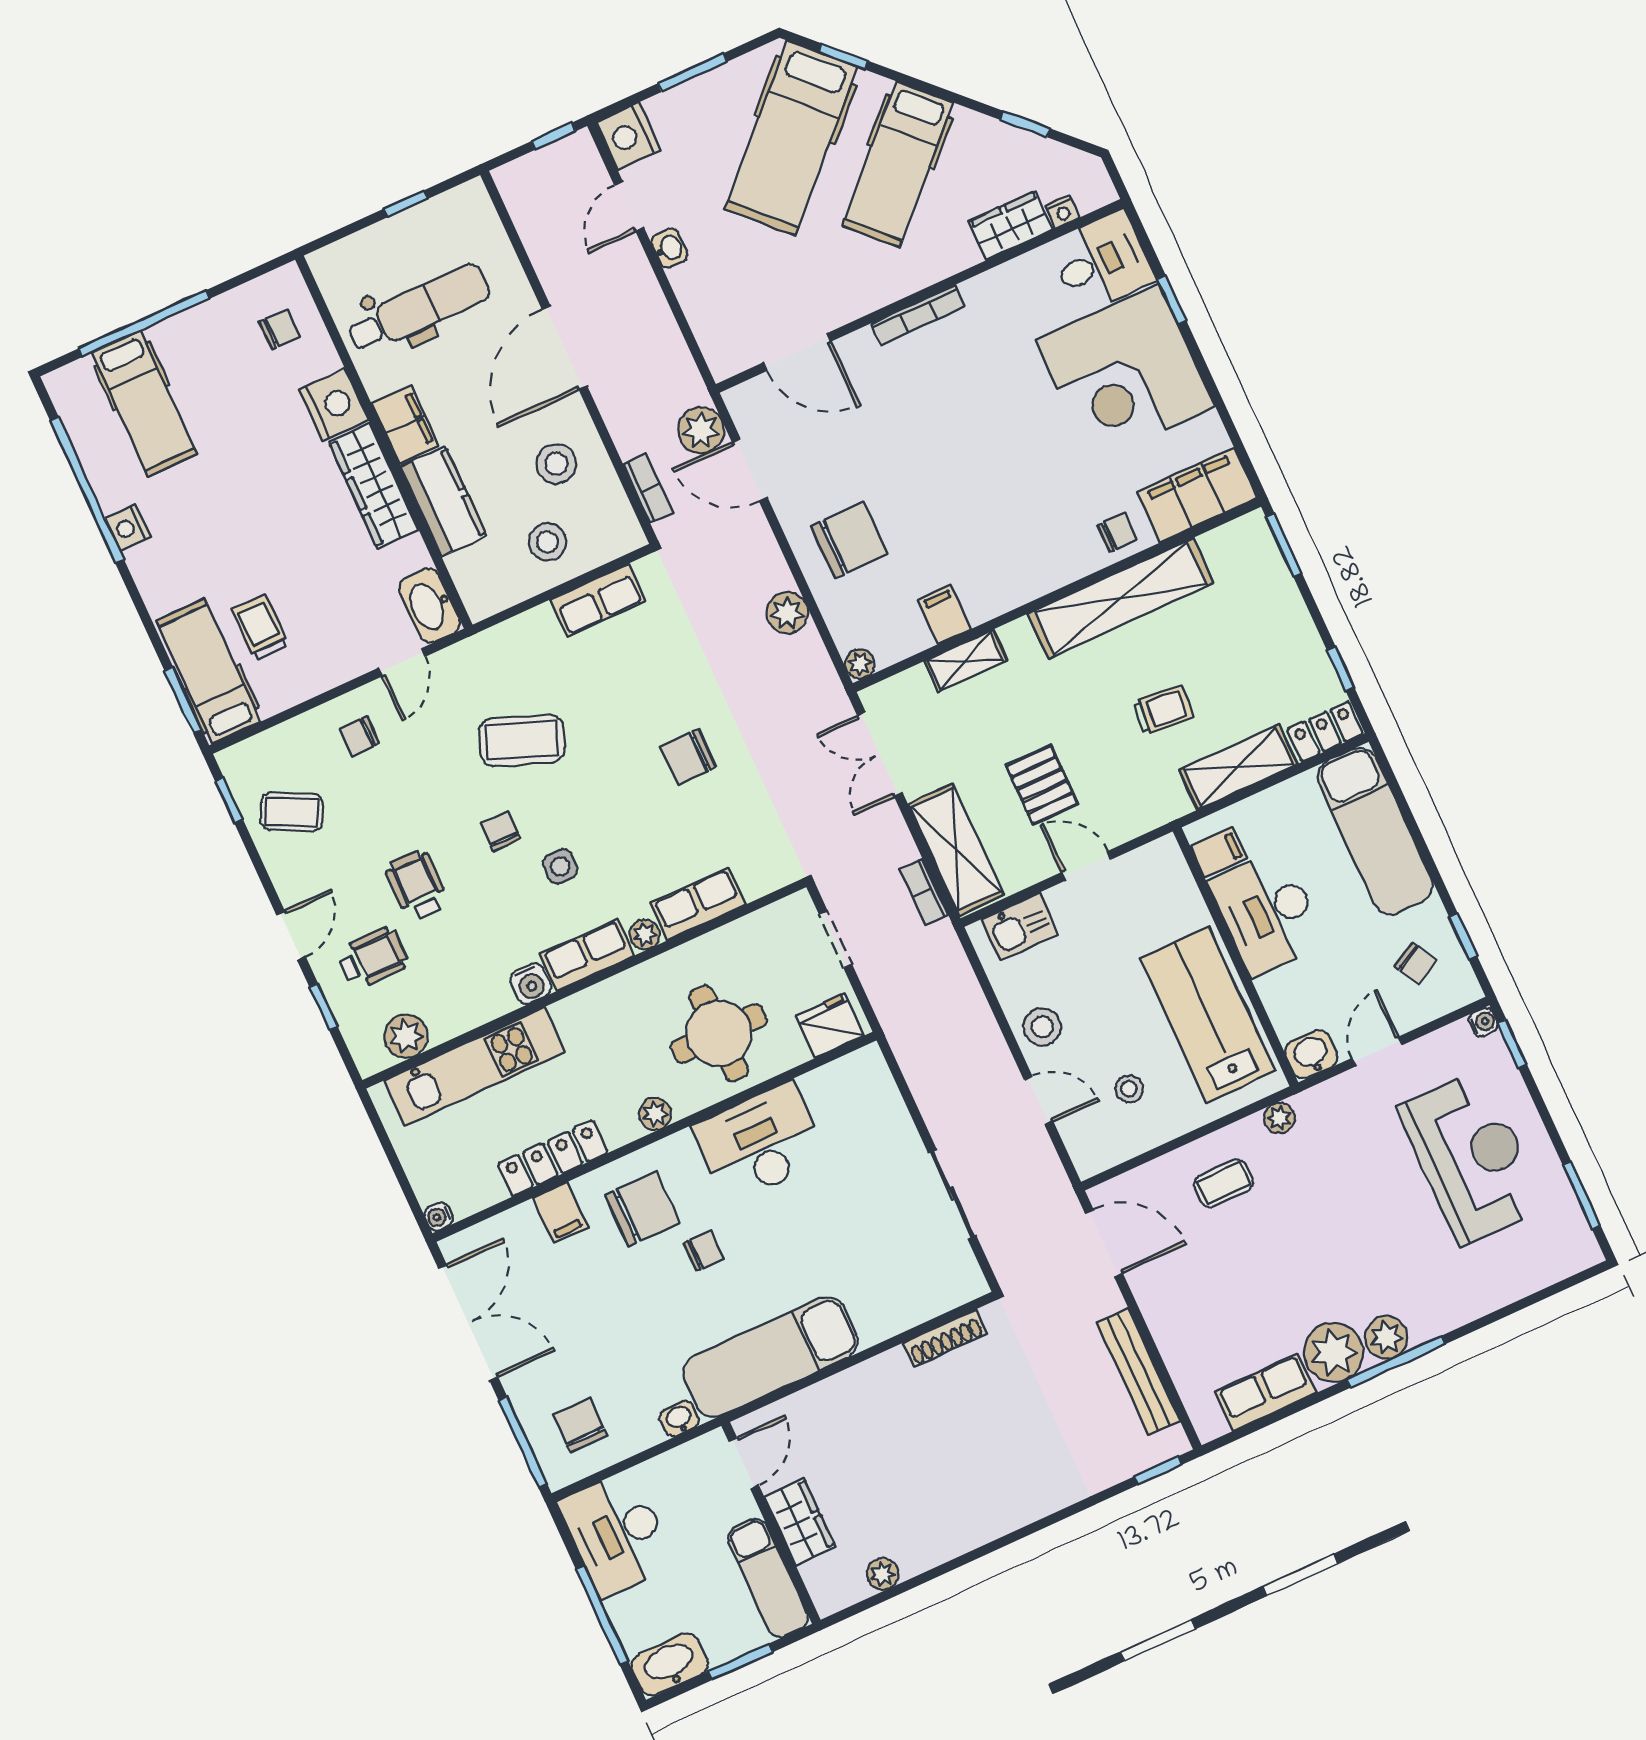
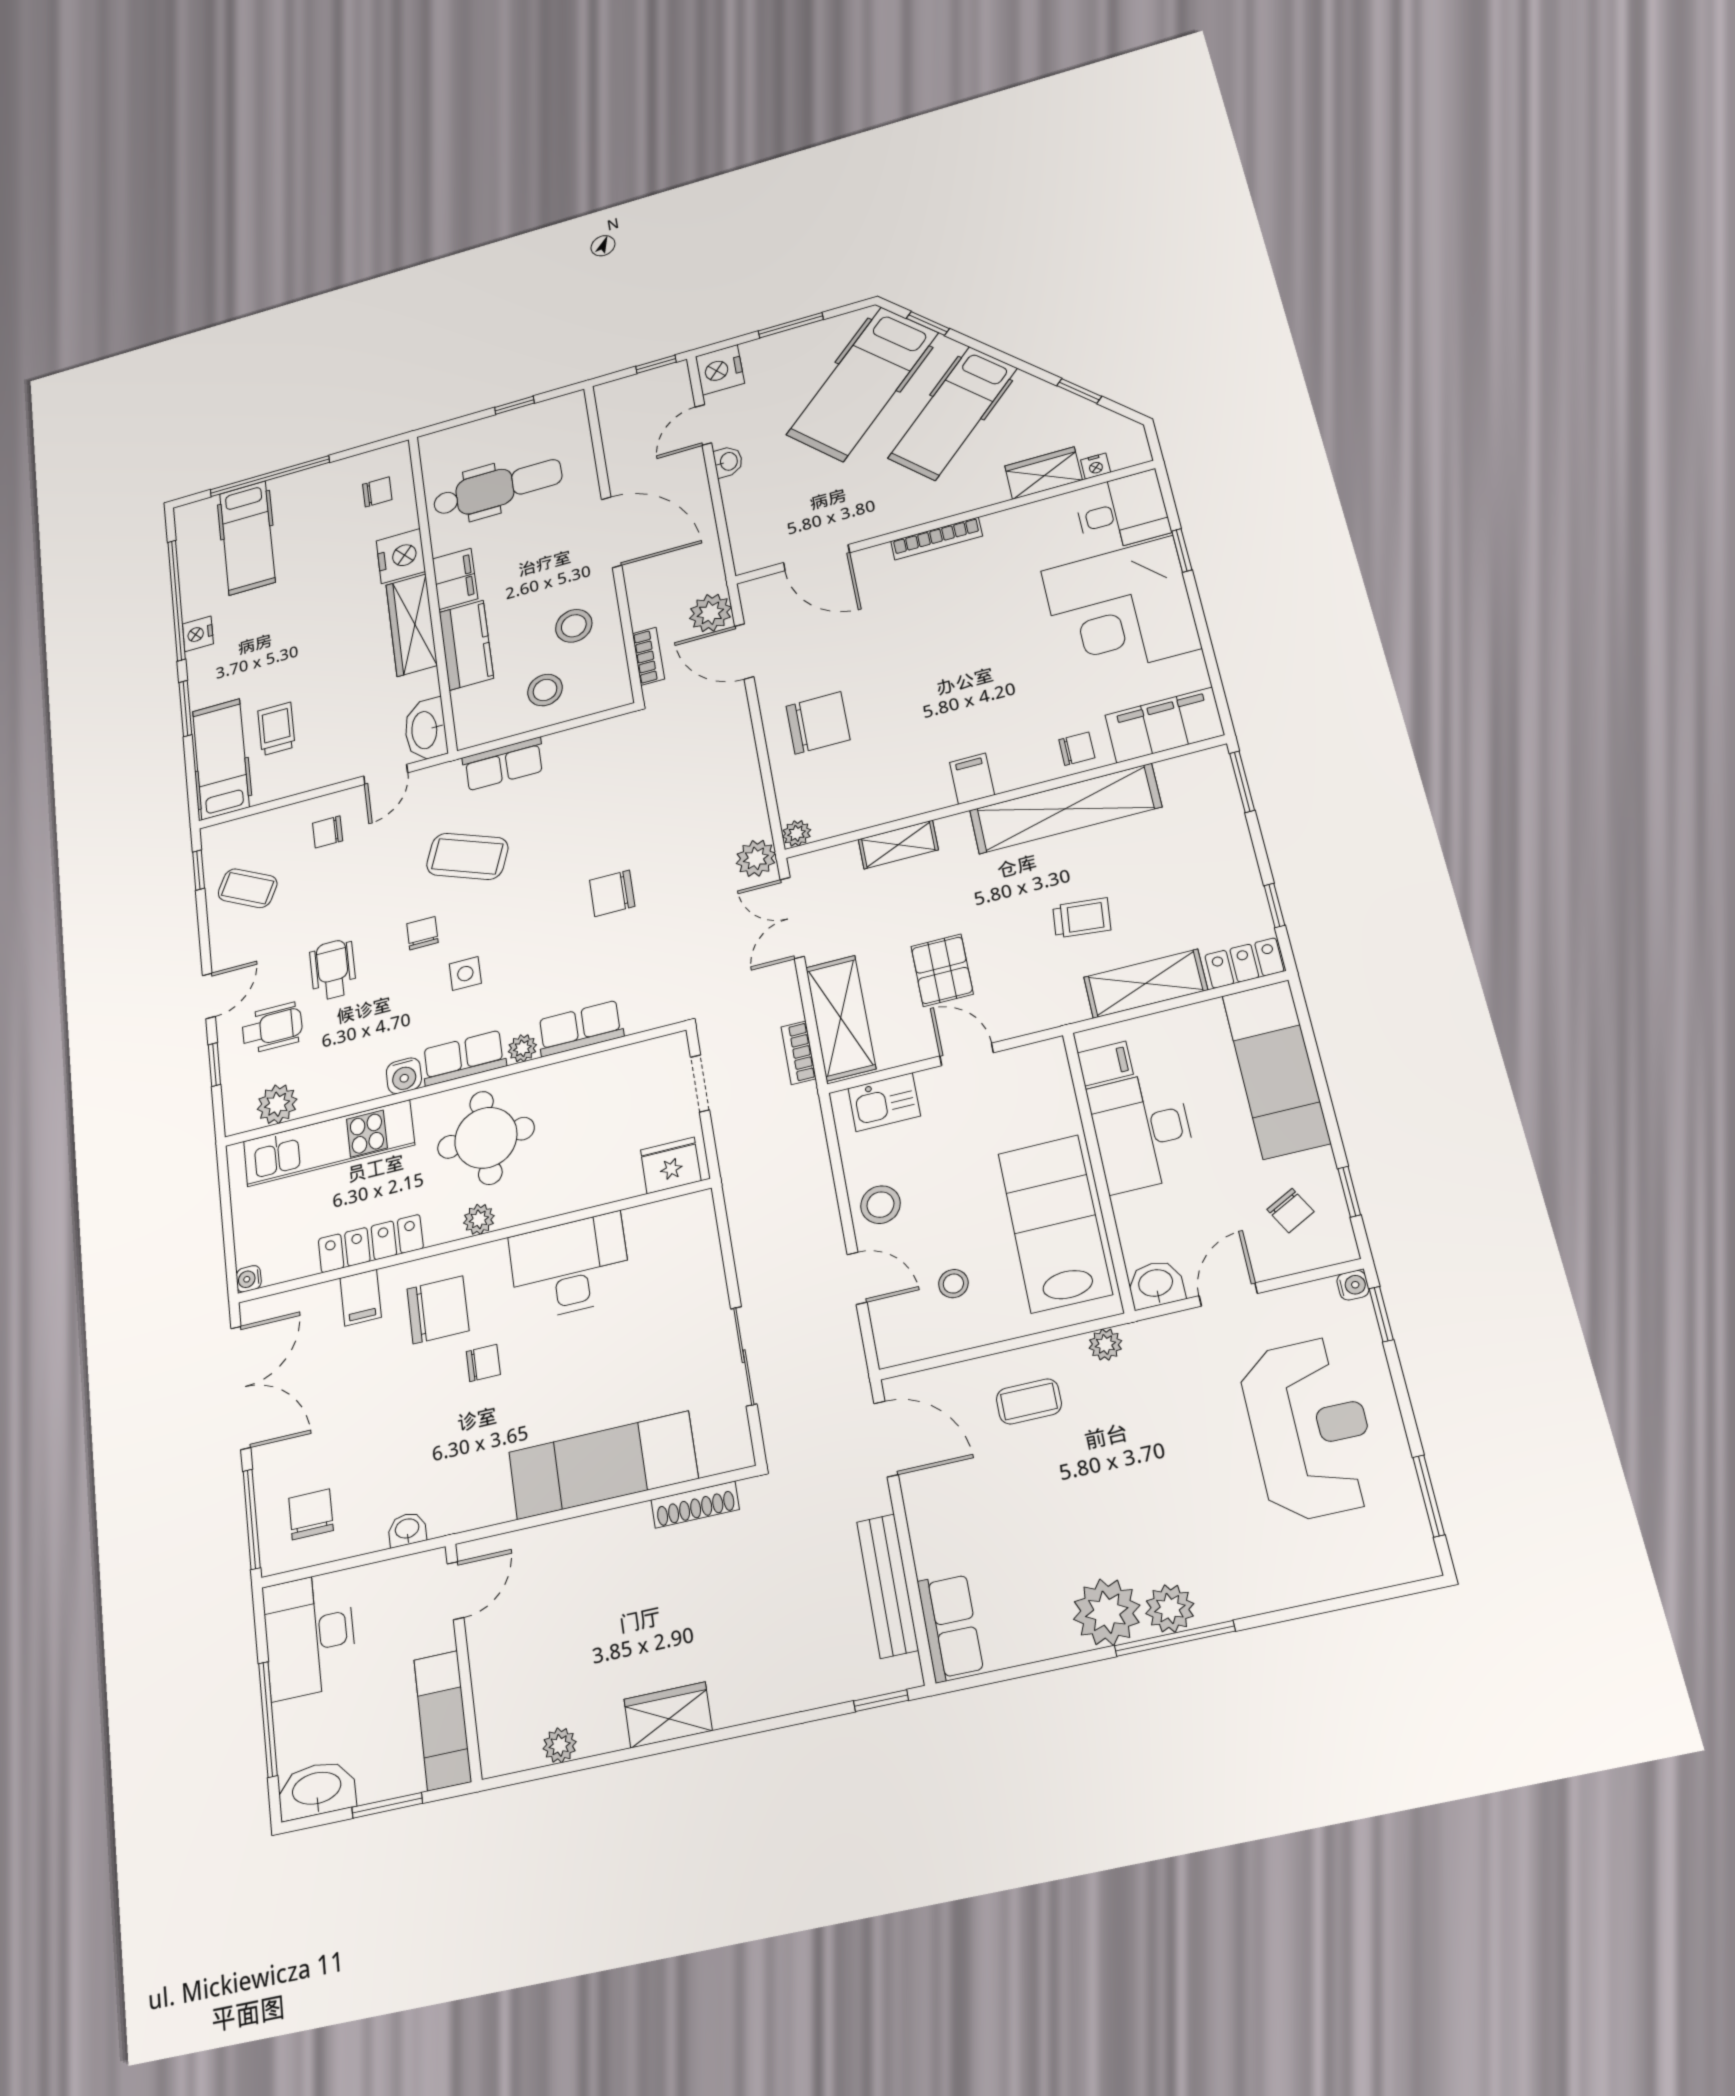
door: (565, 348) -> (612, 532), swing flipped
row of seats: (598, 600) -> (503, 764), moved
plant: (787, 613) -> (756, 858), moved
filing cabinet: (945, 614) -> (972, 779), moved
window: (183, 700) -> (185, 709), moved
round table: (719, 1033) -> (486, 1138), moved
exam couch: (771, 1357) -> (603, 1465), moved
row of seats: (1266, 1392) -> (950, 1627), moved, turned 90
wardrobe: (800, 1522) -> (668, 1715), moved, turned -90

